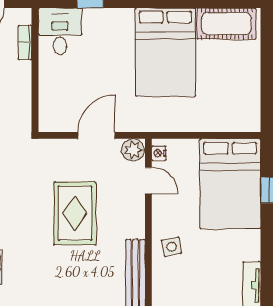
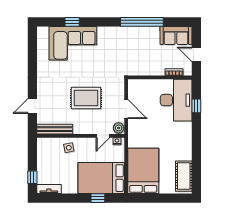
desk: (60, 31) -> (176, 100), width x1.87, depth x1.30
bed: (165, 52) -> (143, 171), moved, turned 90

